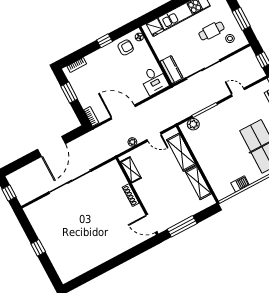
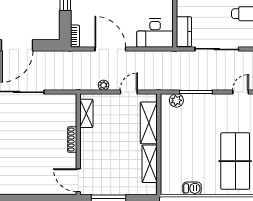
desk: (154, 80) -> (155, 33), width x1.37
door: (238, 92) -> (241, 92), hinge flipped
door: (154, 137) -> (129, 92), swing flipped

